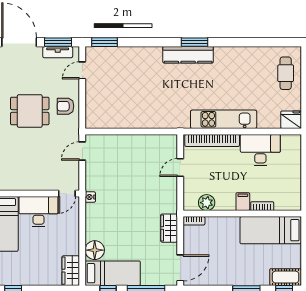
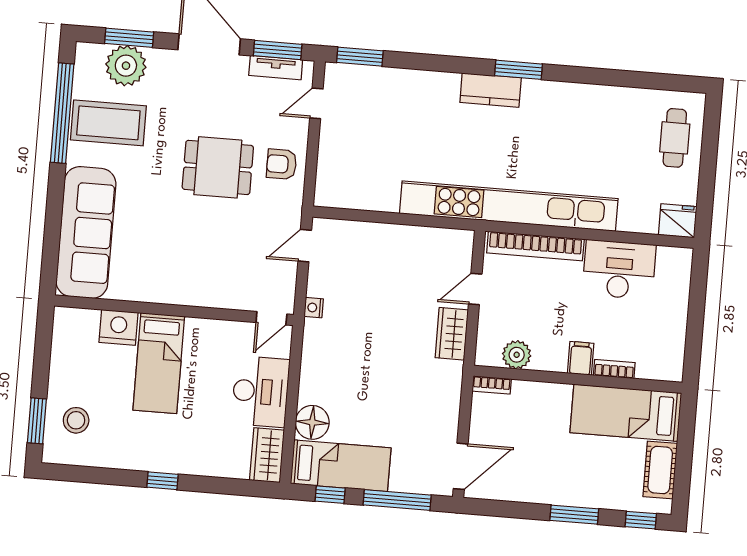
kitchen counter: (188, 55) -> (491, 90), width x0.67
kitchen unit: (224, 119) -> (509, 206), width x1.86
nightstand: (90, 197) -> (314, 308), moved
desk: (39, 212) -> (261, 392), moved, turned 90
wardrobe: (169, 228) -> (452, 334), moved
cot: (286, 277) -> (660, 470), moved, turned 90

